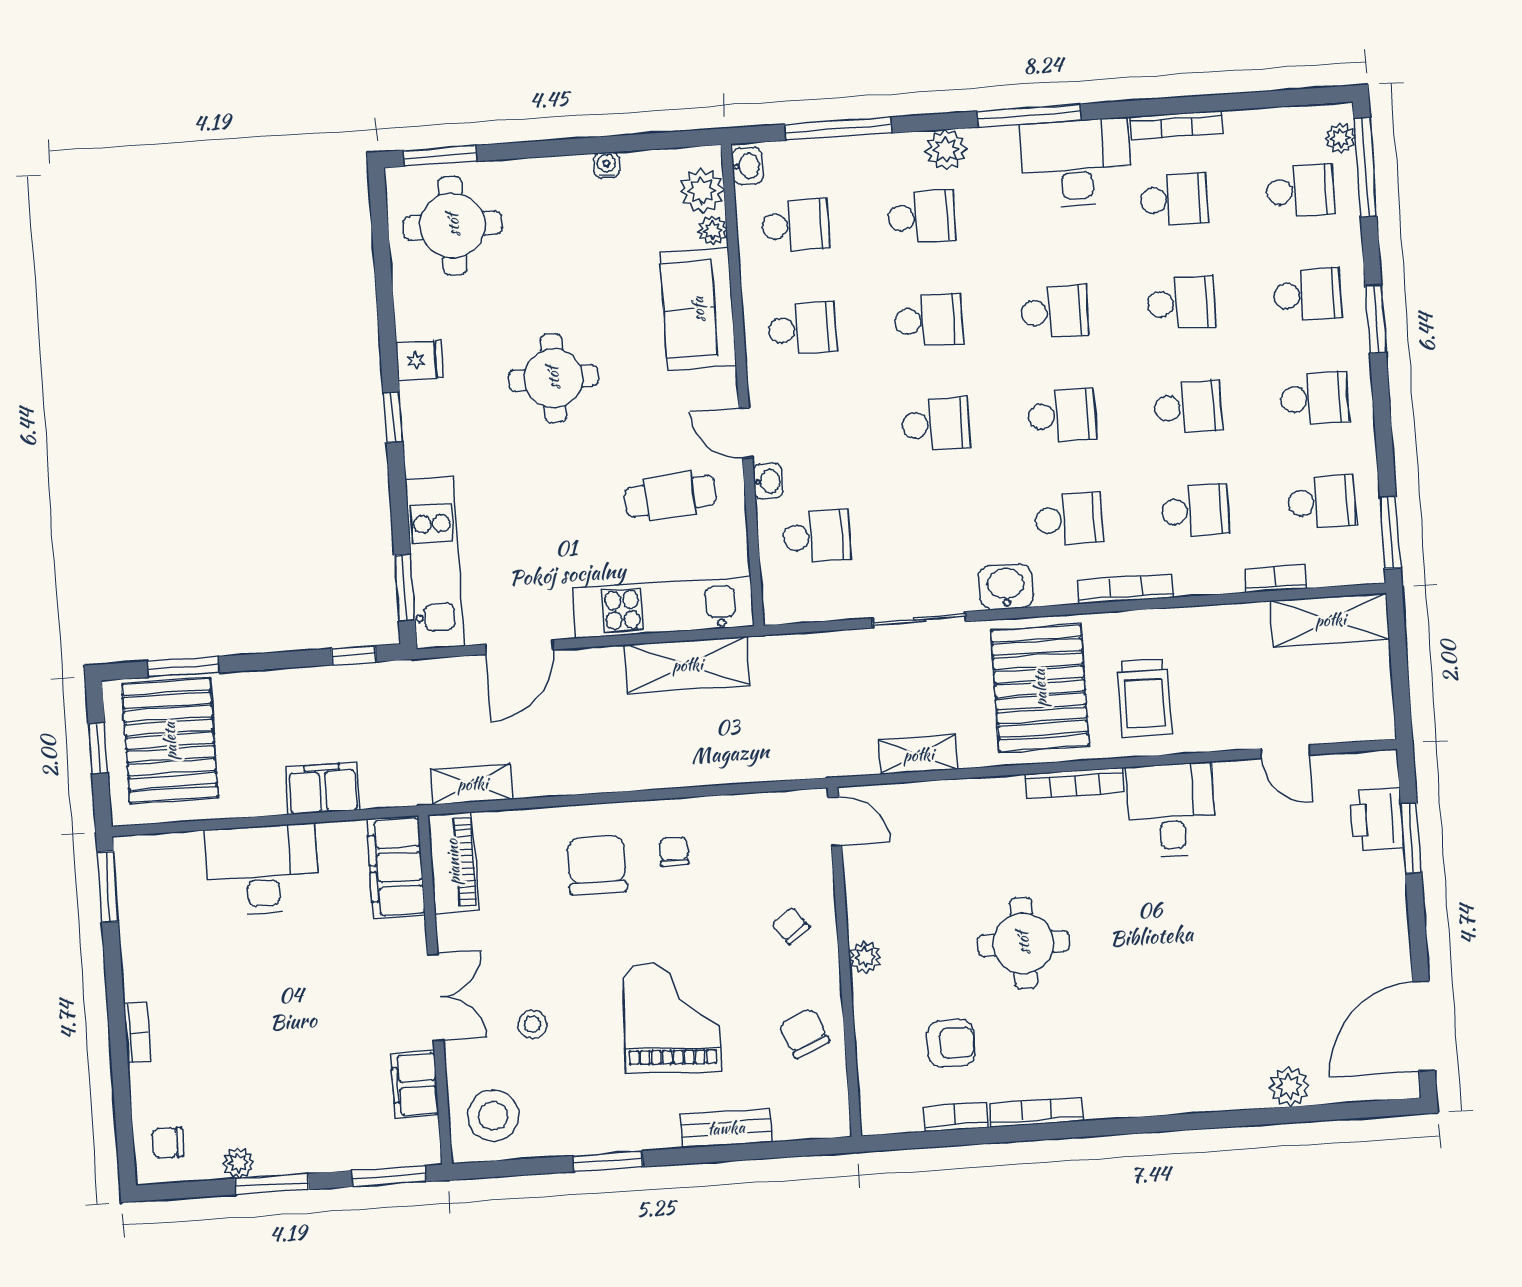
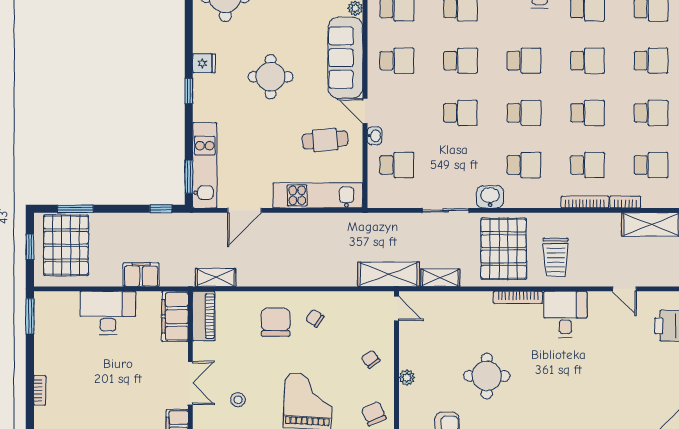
sofa: (698, 309) -> (345, 58), width x1.36
bookcase: (1126, 589) -> (585, 202), moved
shelving: (687, 665) -> (389, 274), moved
chair: (674, 852) -> (315, 318), turned -55

